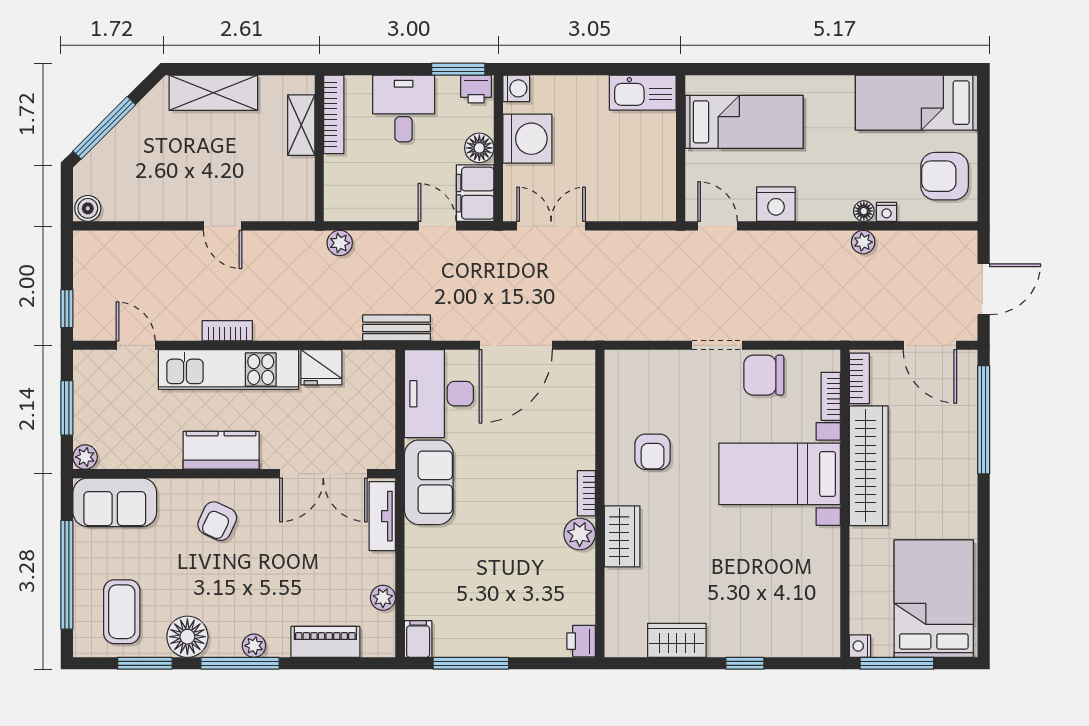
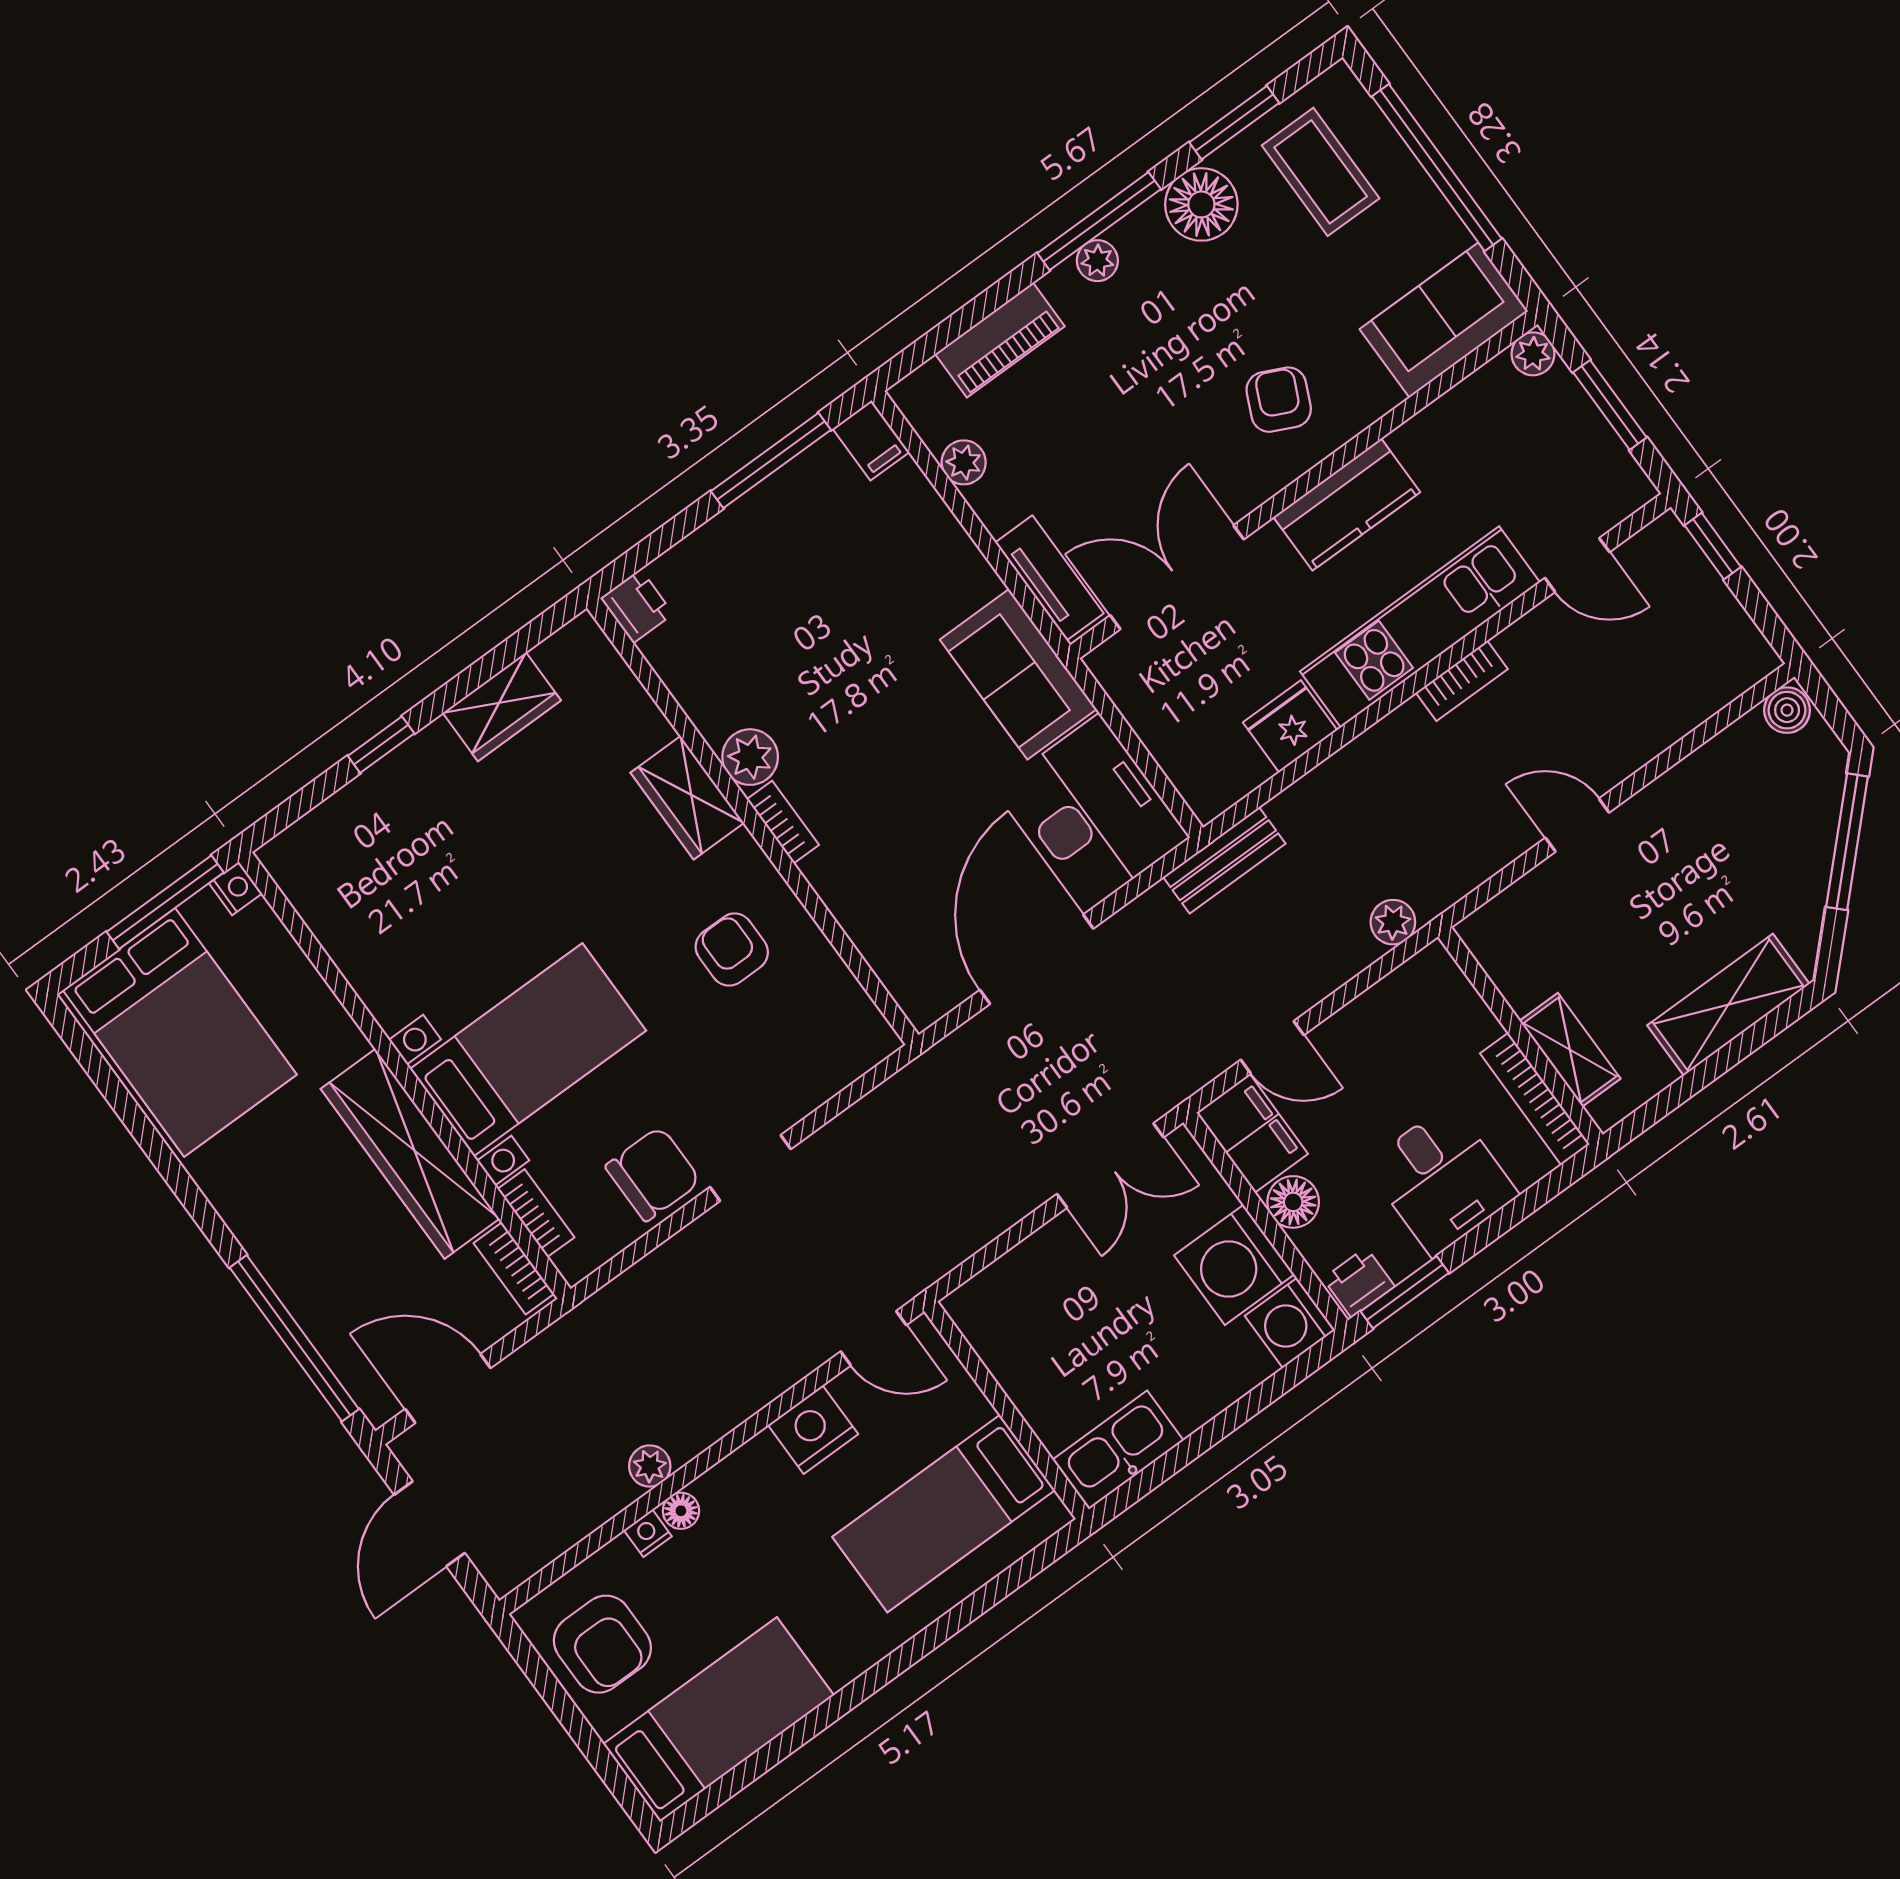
washing machine: (516, 88) -> (1290, 1323), width x1.38, depth x1.38
armchair: (945, 176) -> (602, 1644), turned 90

